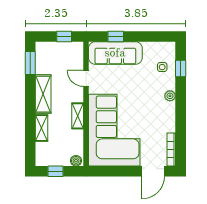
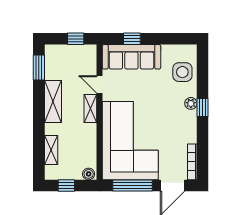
side table: (162, 67) -> (182, 72), width x1.87, depth x1.87
window: (181, 69) -> (202, 107), moved
shelving: (78, 116) -> (90, 109), moved
shelving: (42, 128) -> (51, 150), moved
window: (116, 171) -> (133, 186), added

